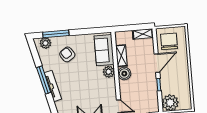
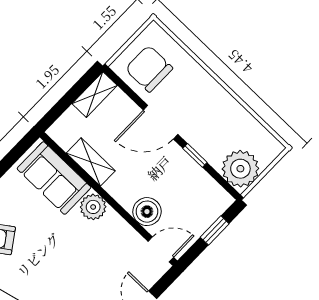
door: (157, 63) -> (161, 122), swing flipped
boiler: (124, 74) -> (147, 212), moved

